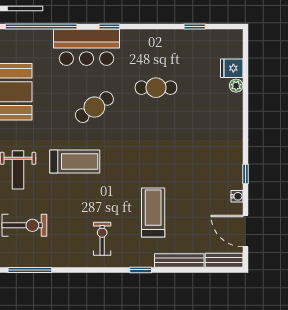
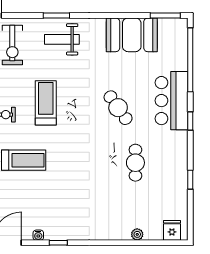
window: (195, 26) -> (190, 180), moved
fridge: (232, 68) -> (172, 230), moved
treadmill: (75, 162) -> (46, 103), moved, turned 180

